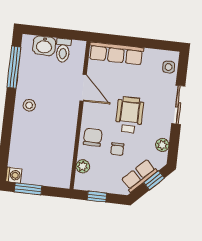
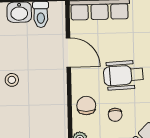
wheelchair: (130, 115) -> (123, 75), turned -93

